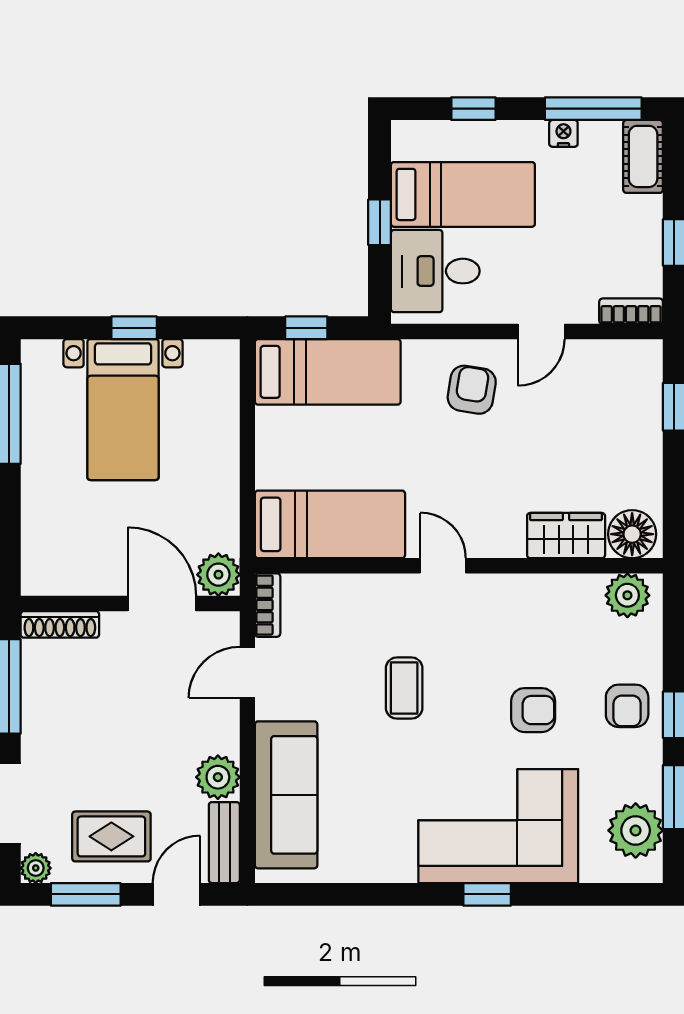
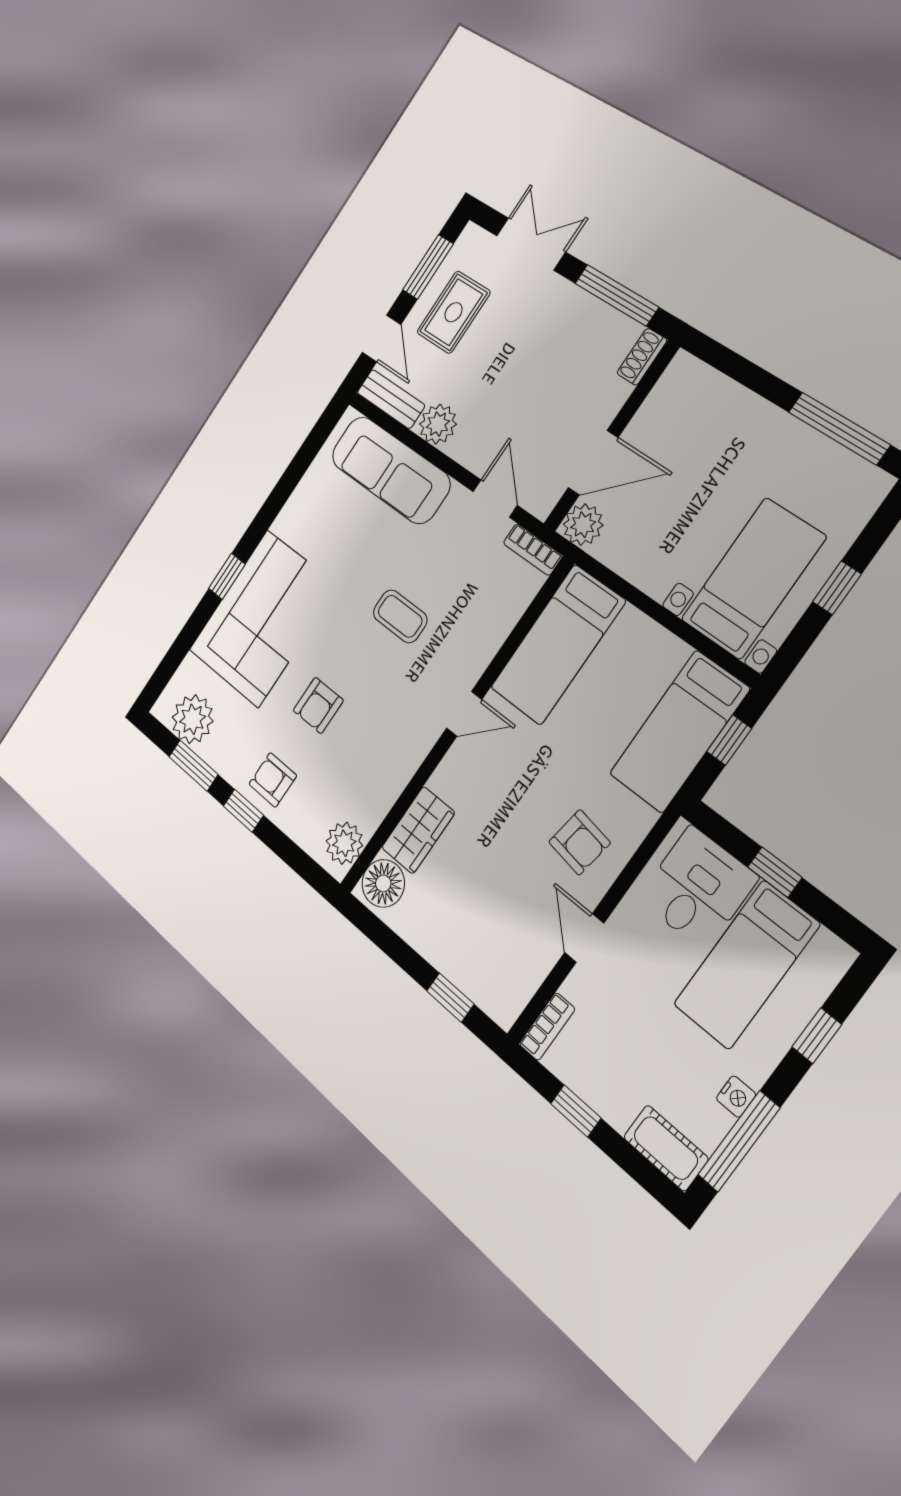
bed with nightstands: (123, 410) -> (753, 578), moved, turned 90
shoe rack: (60, 624) -> (642, 357), width x0.70
plant: (36, 868) -> (472, 238), removed

